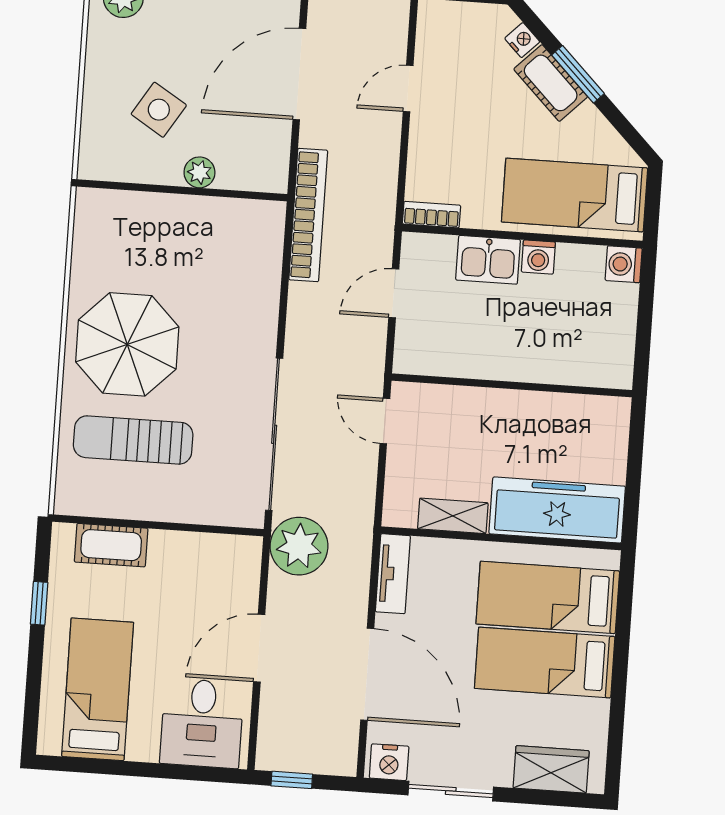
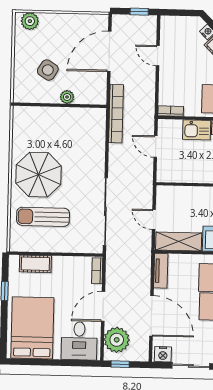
door: (408, 88) -> (158, 56), hinge flipped
door: (394, 293) -> (156, 147), hinge flipped
door: (385, 421) -> (154, 219), moved
shelving: (453, 516) -> (179, 241), width x1.50, depth x1.33
plant: (299, 546) -> (117, 340), moved
bookcase: (250, 567) -> (97, 271), added
bed: (98, 689) -> (32, 328), width x1.50

